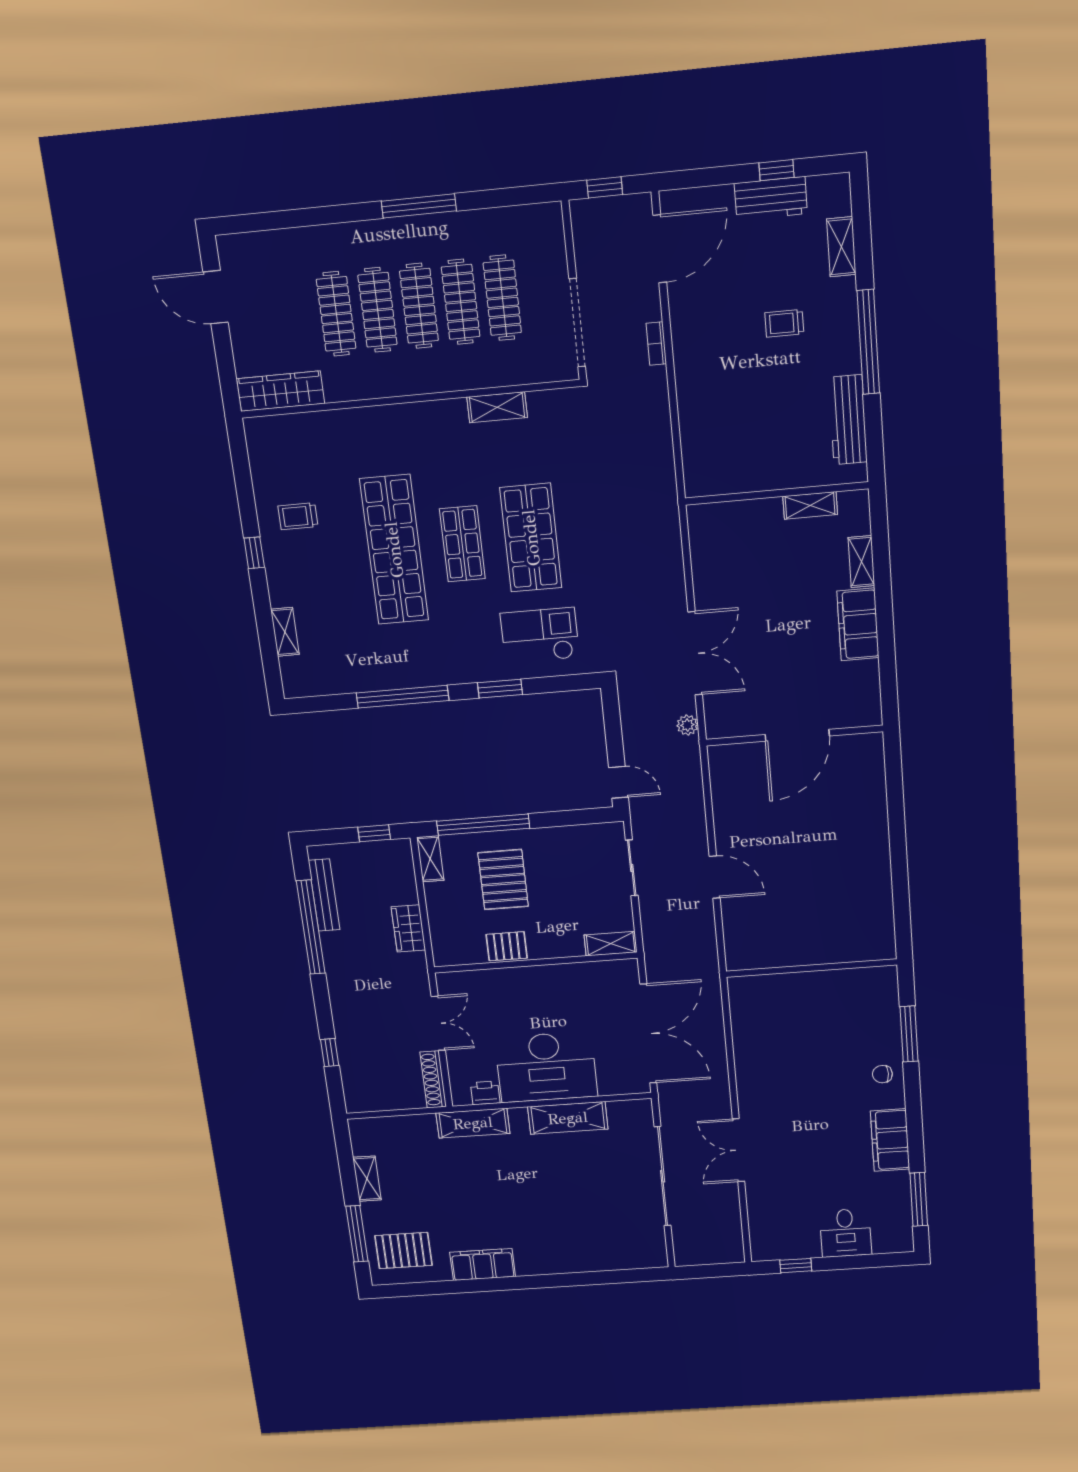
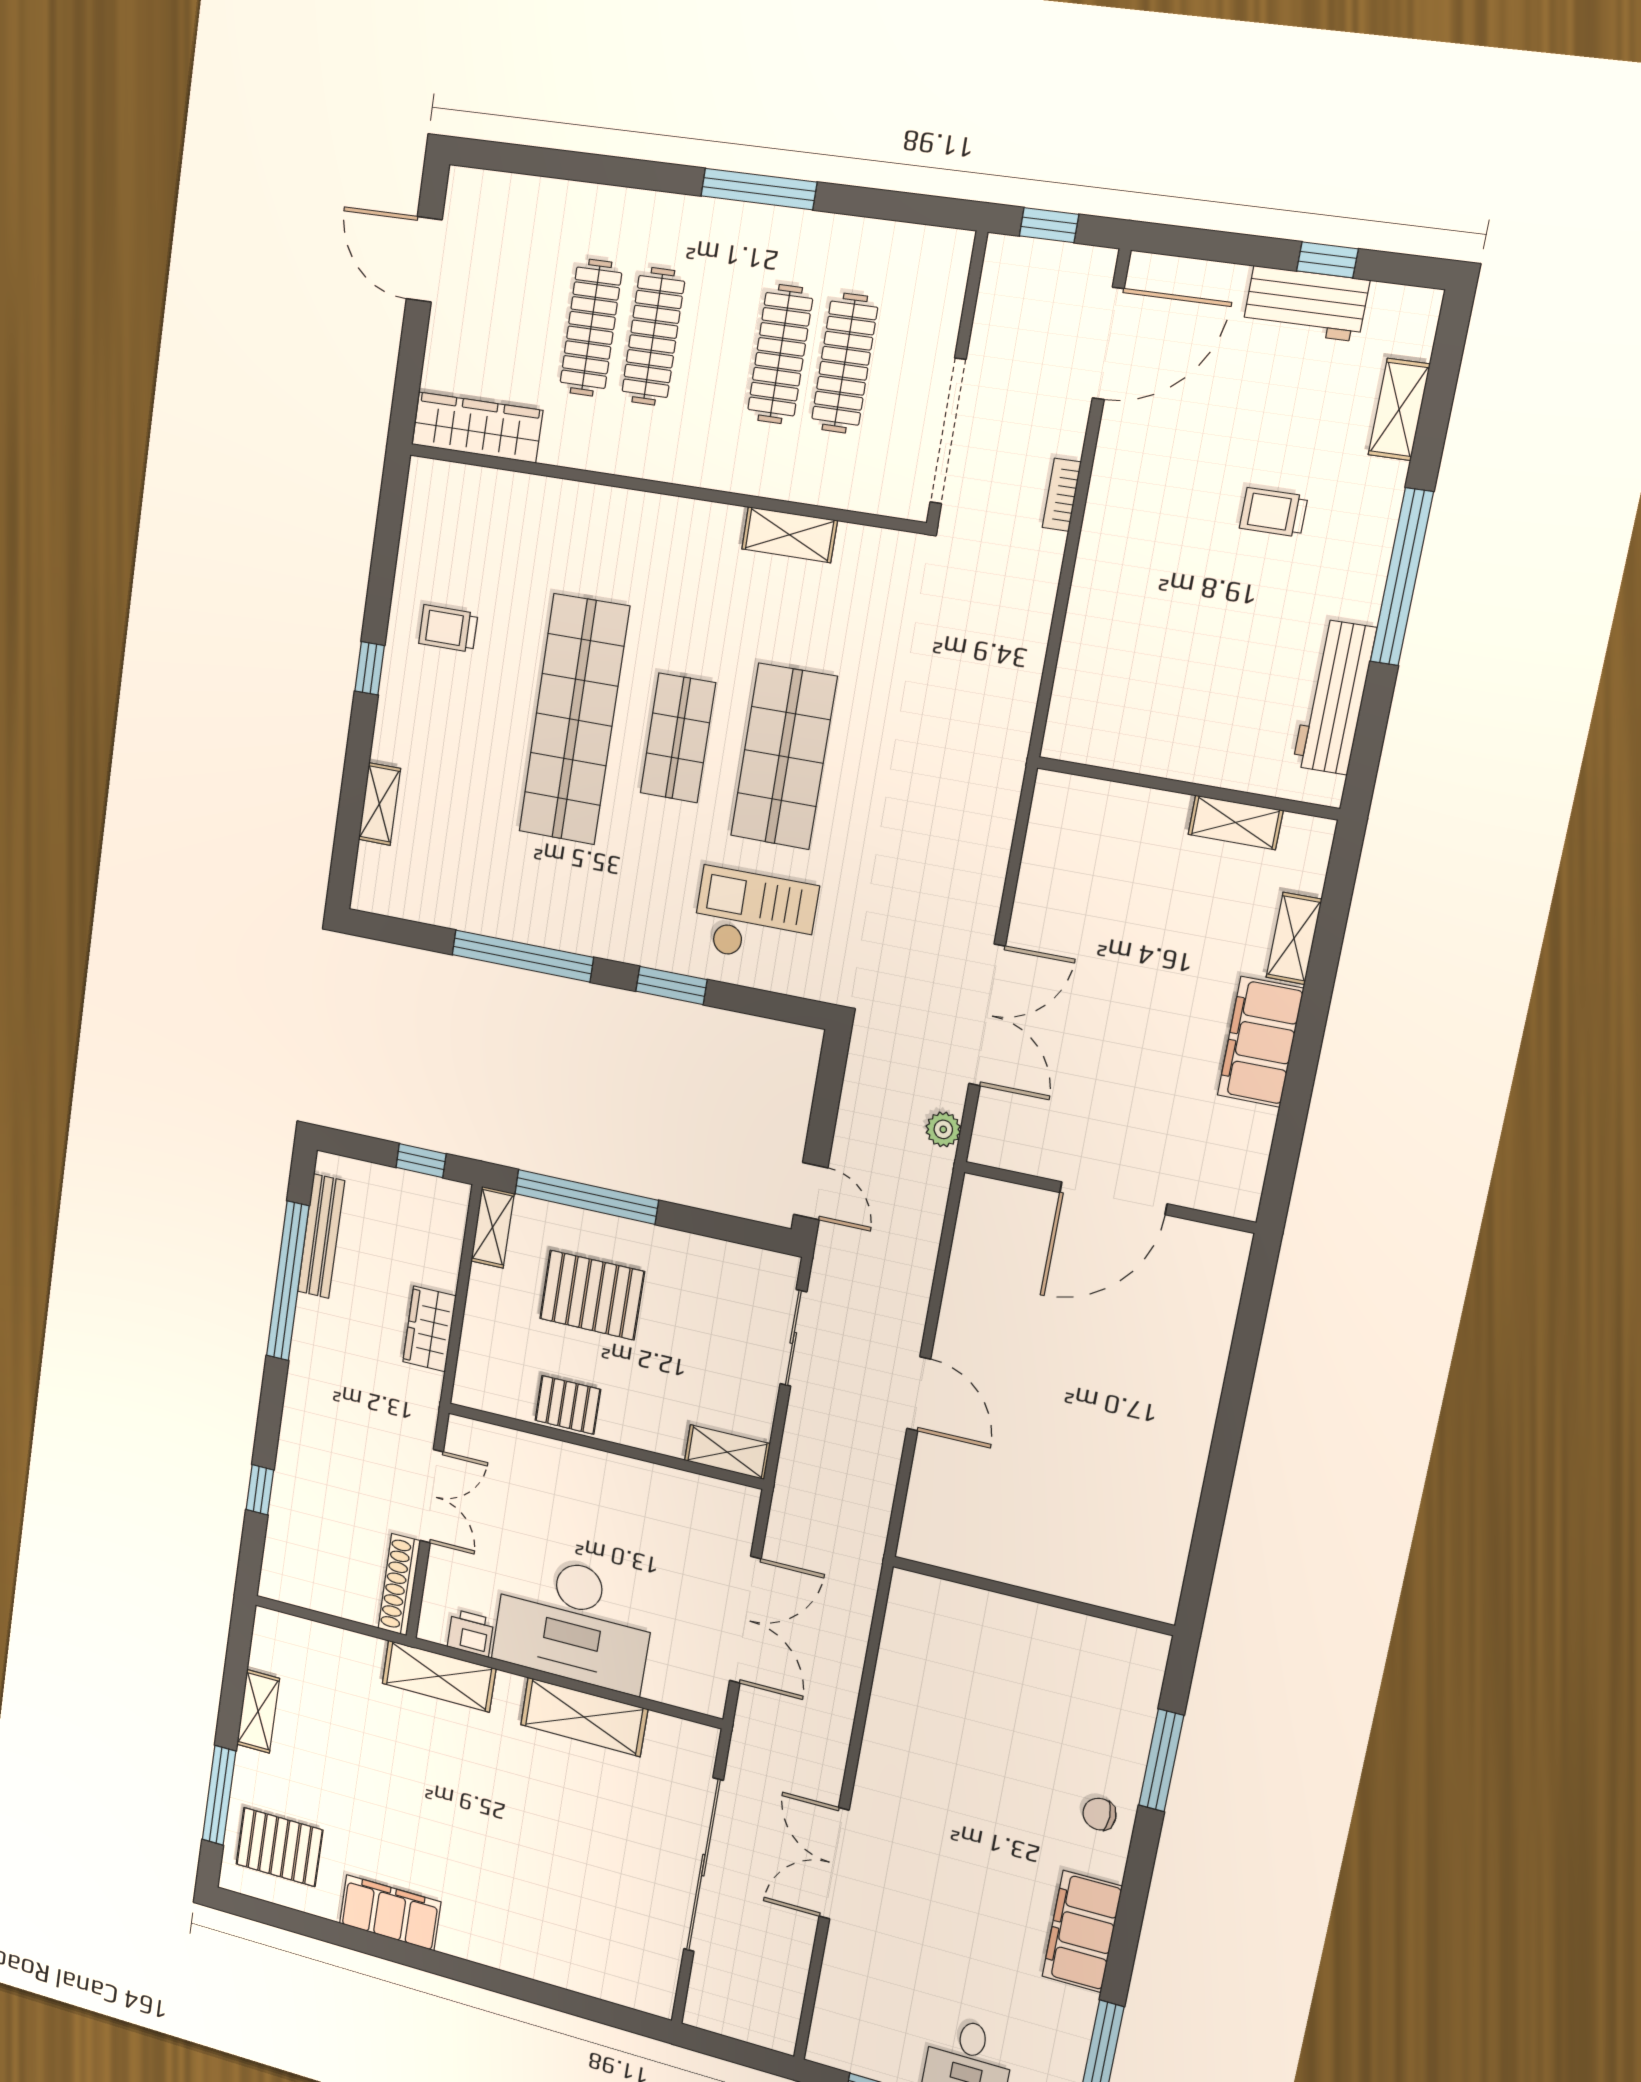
clothes rail: (419, 306) -> (716, 345), removed
pallet: (503, 880) -> (592, 1295), turned 90
double door: (648, 1034) -> (745, 1620), width x0.73

